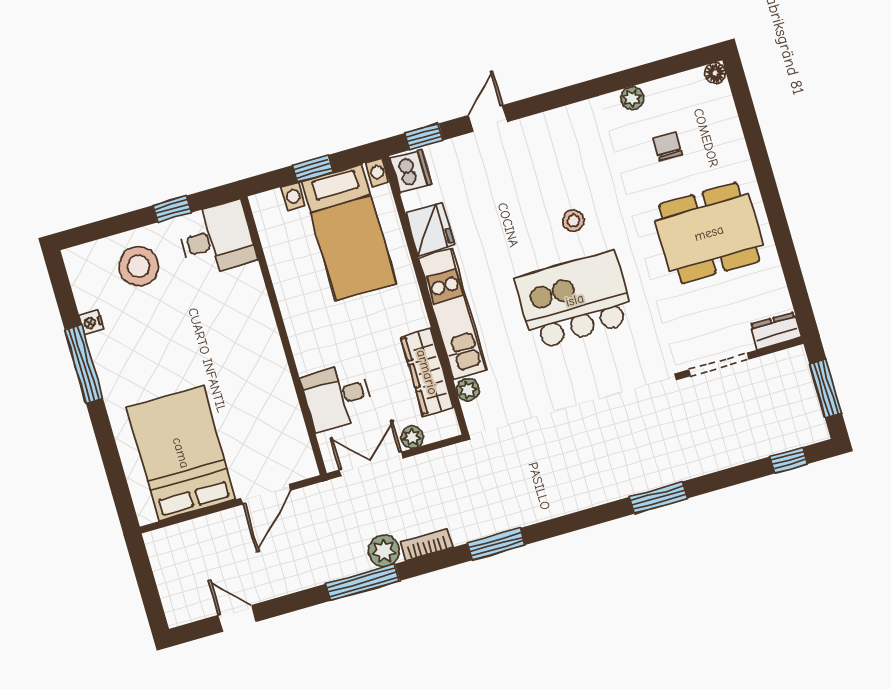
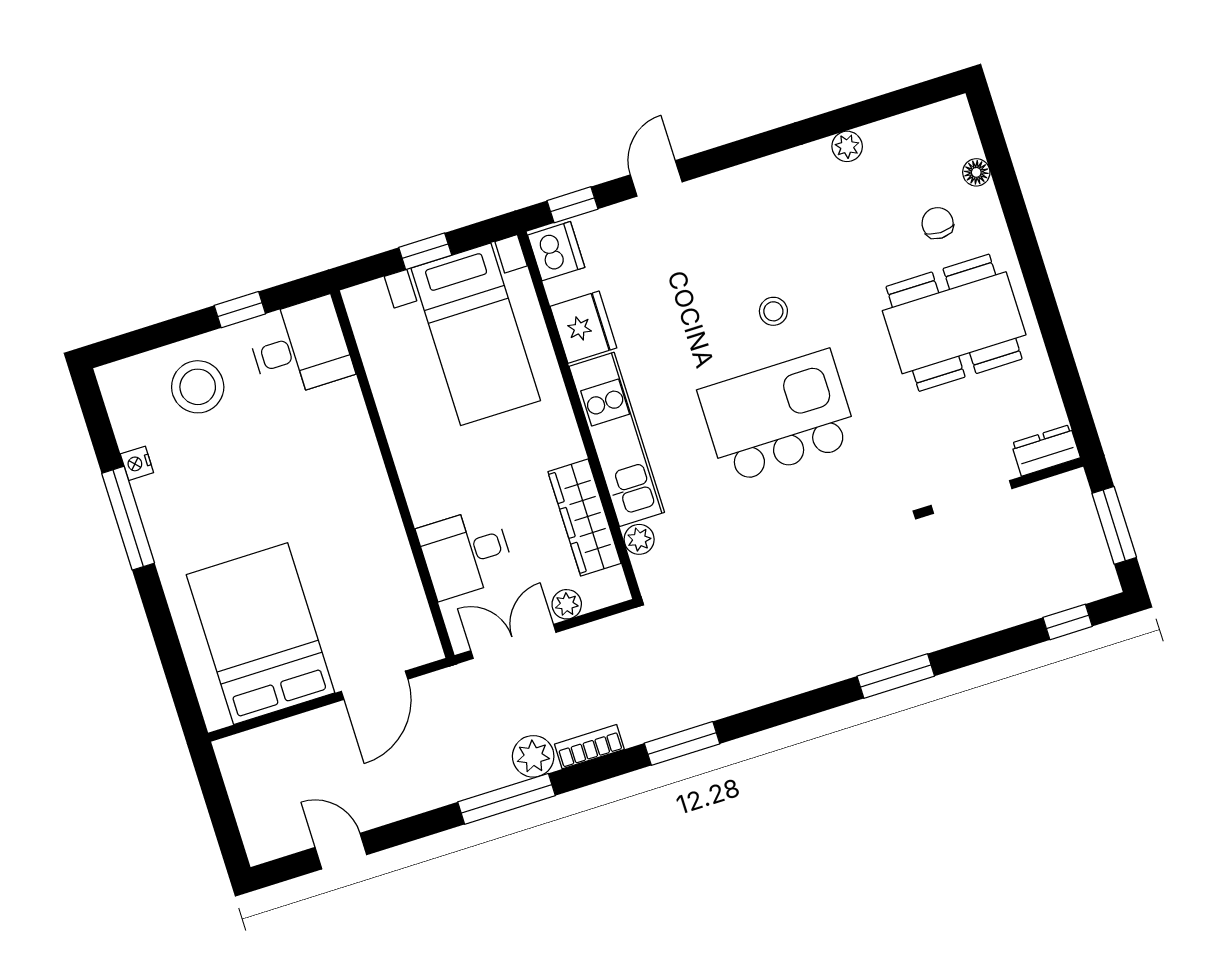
floor lamp: (715, 73) -> (976, 172), moved
chair: (668, 146) -> (938, 223), moved

